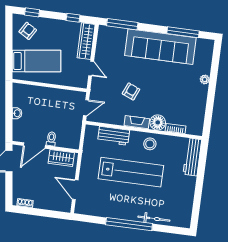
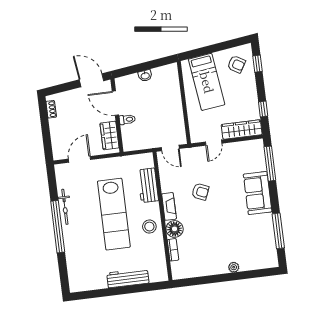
sofa: (160, 47) -> (258, 193), width x0.54, depth x0.79
workbench: (192, 157) -> (128, 278), moved
bicycle: (154, 219) -> (65, 207), moved

